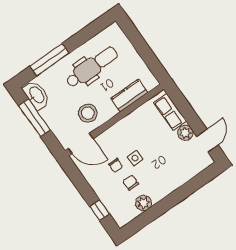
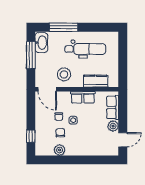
row of seats: (128, 124) -> (83, 97), added

